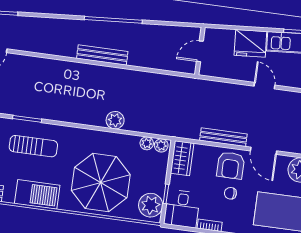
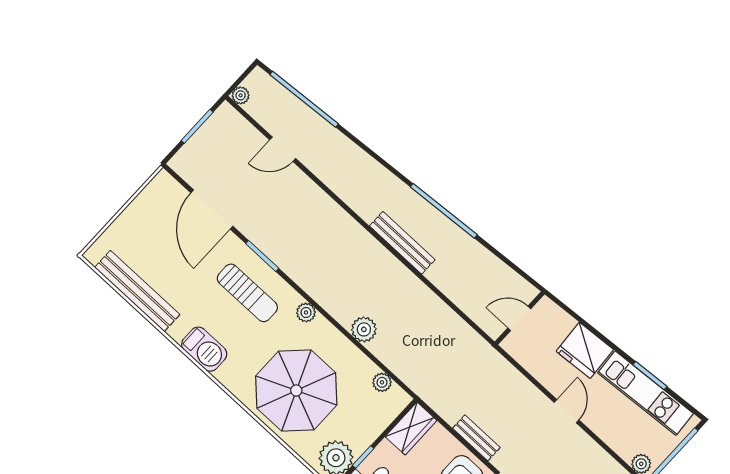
bench: (223, 137) -> (476, 438), width x0.73
plant: (161, 145) -> (306, 312), moved
barbecue: (37, 194) -> (204, 349), width x0.73, depth x0.83

